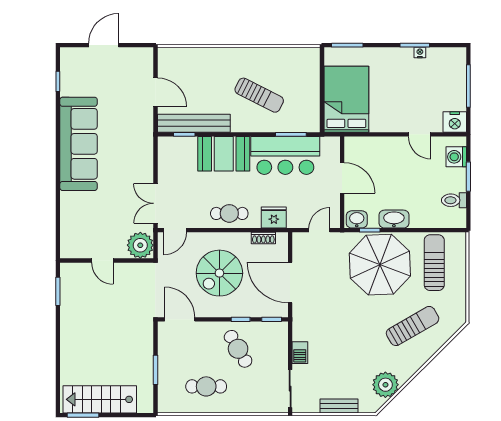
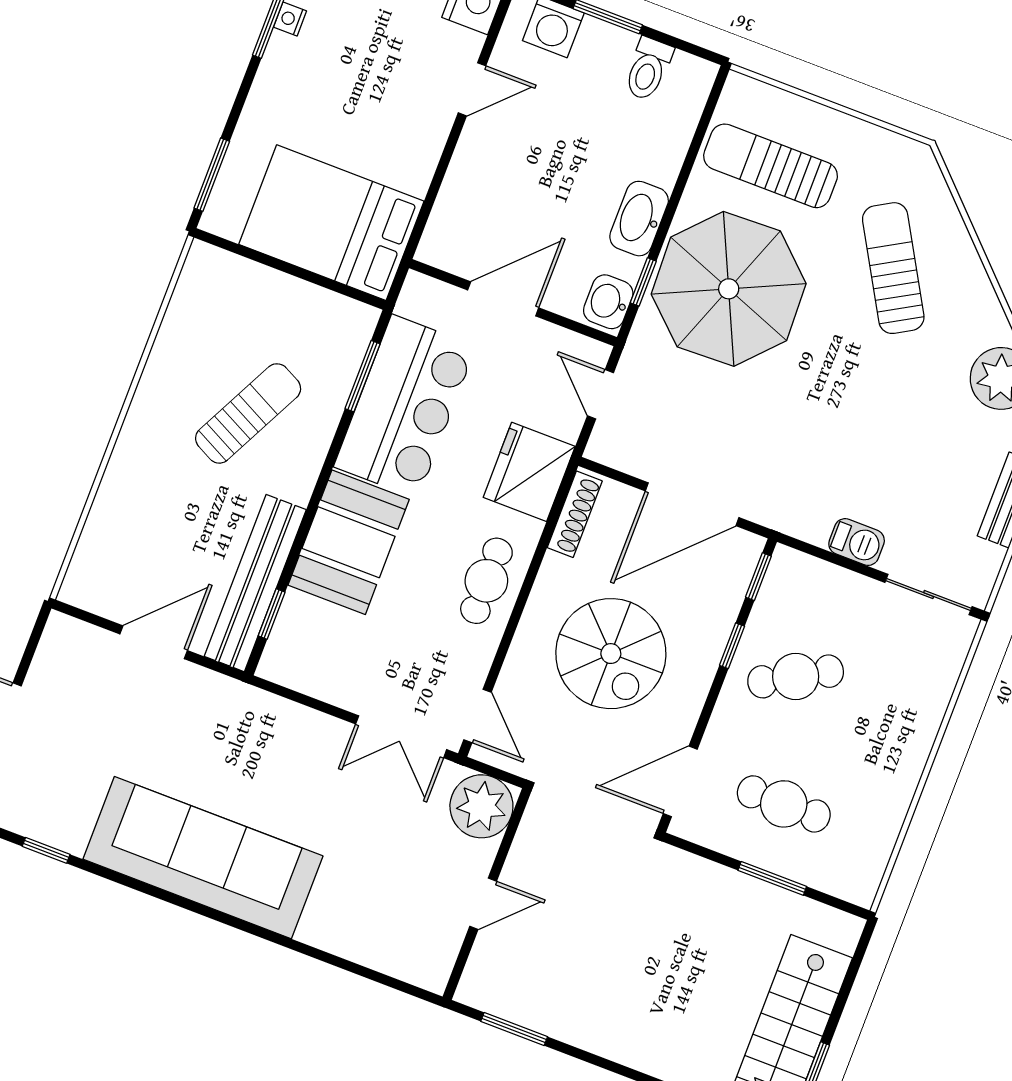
fridge: (274, 218) -> (529, 472), width x1.36, depth x1.34
shoe rack: (263, 238) -> (575, 514), width x1.43
cafe table: (206, 386) -> (784, 804), moved, turned 90

